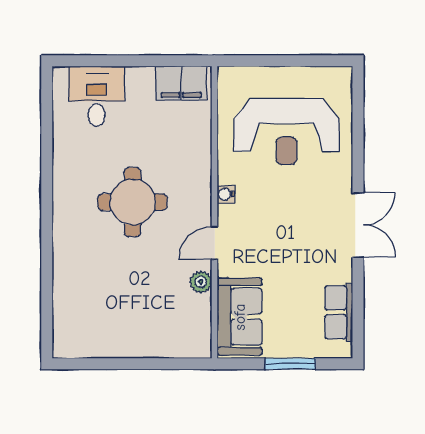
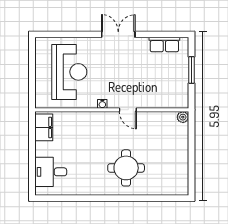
round table: (133, 202) -> (126, 168), moved
plant: (201, 282) -> (183, 117), moved
sofa: (240, 317) -> (167, 97), removed

